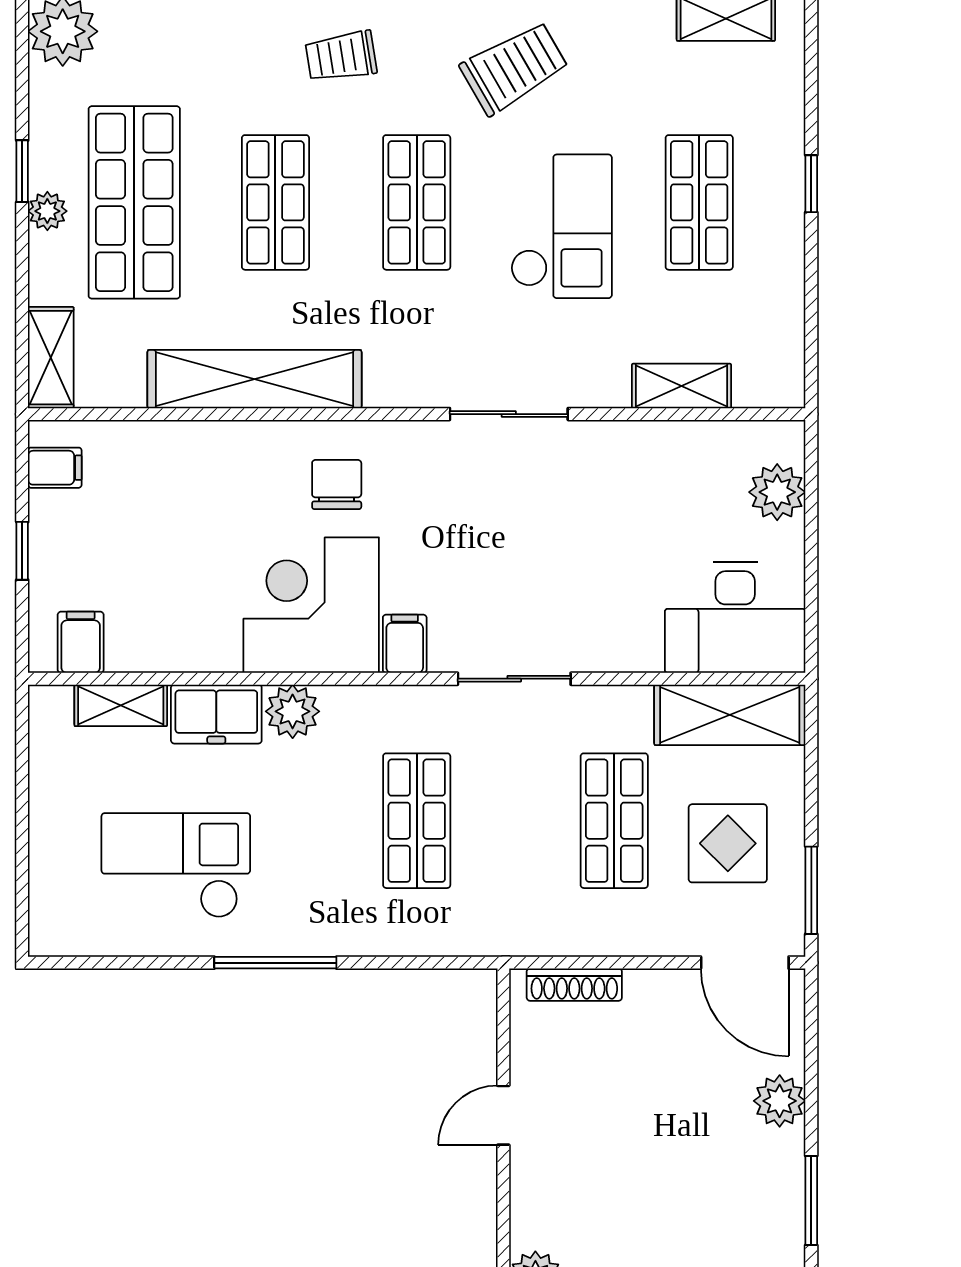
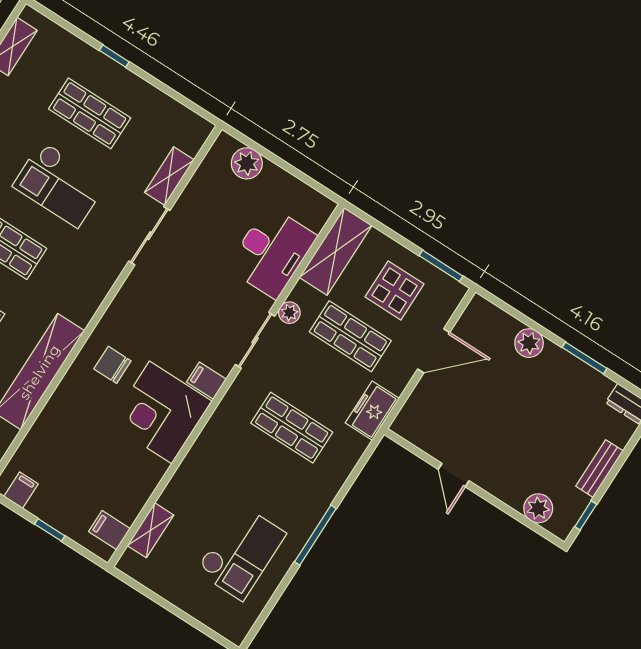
checkout: (561, 226) -> (60, 184), turned 180
sliding door: (509, 414) -> (149, 236), moved
desk: (735, 618) -> (272, 252), moved
plant: (293, 711) -> (289, 313), moved, width x0.73, depth x0.73
freezer: (216, 714) -> (372, 411), moved, turned 180
checkout: (176, 865) -> (241, 552), turned 180
door: (745, 963) -> (434, 351), moved
shoe rack: (574, 985) -> (414, 403), removed

